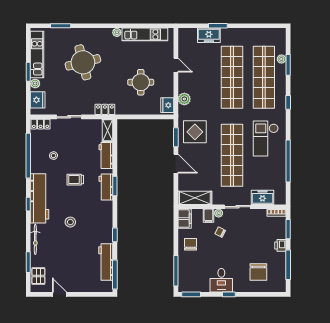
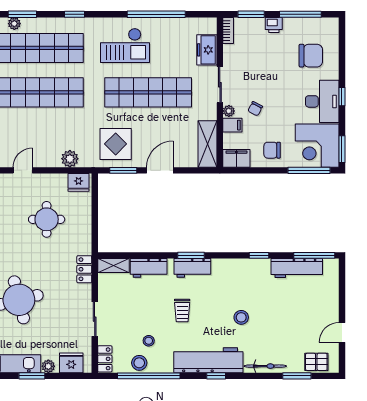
stool: (38, 149) -> (139, 363), added
corner desk: (194, 277) -> (317, 146), added
desk: (221, 280) -> (322, 101), width x1.37

